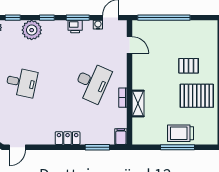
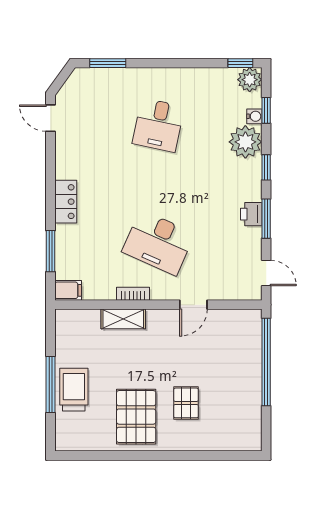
water cooler: (98, 25) -> (254, 116), moved
door: (129, 45) -> (193, 305), moved

